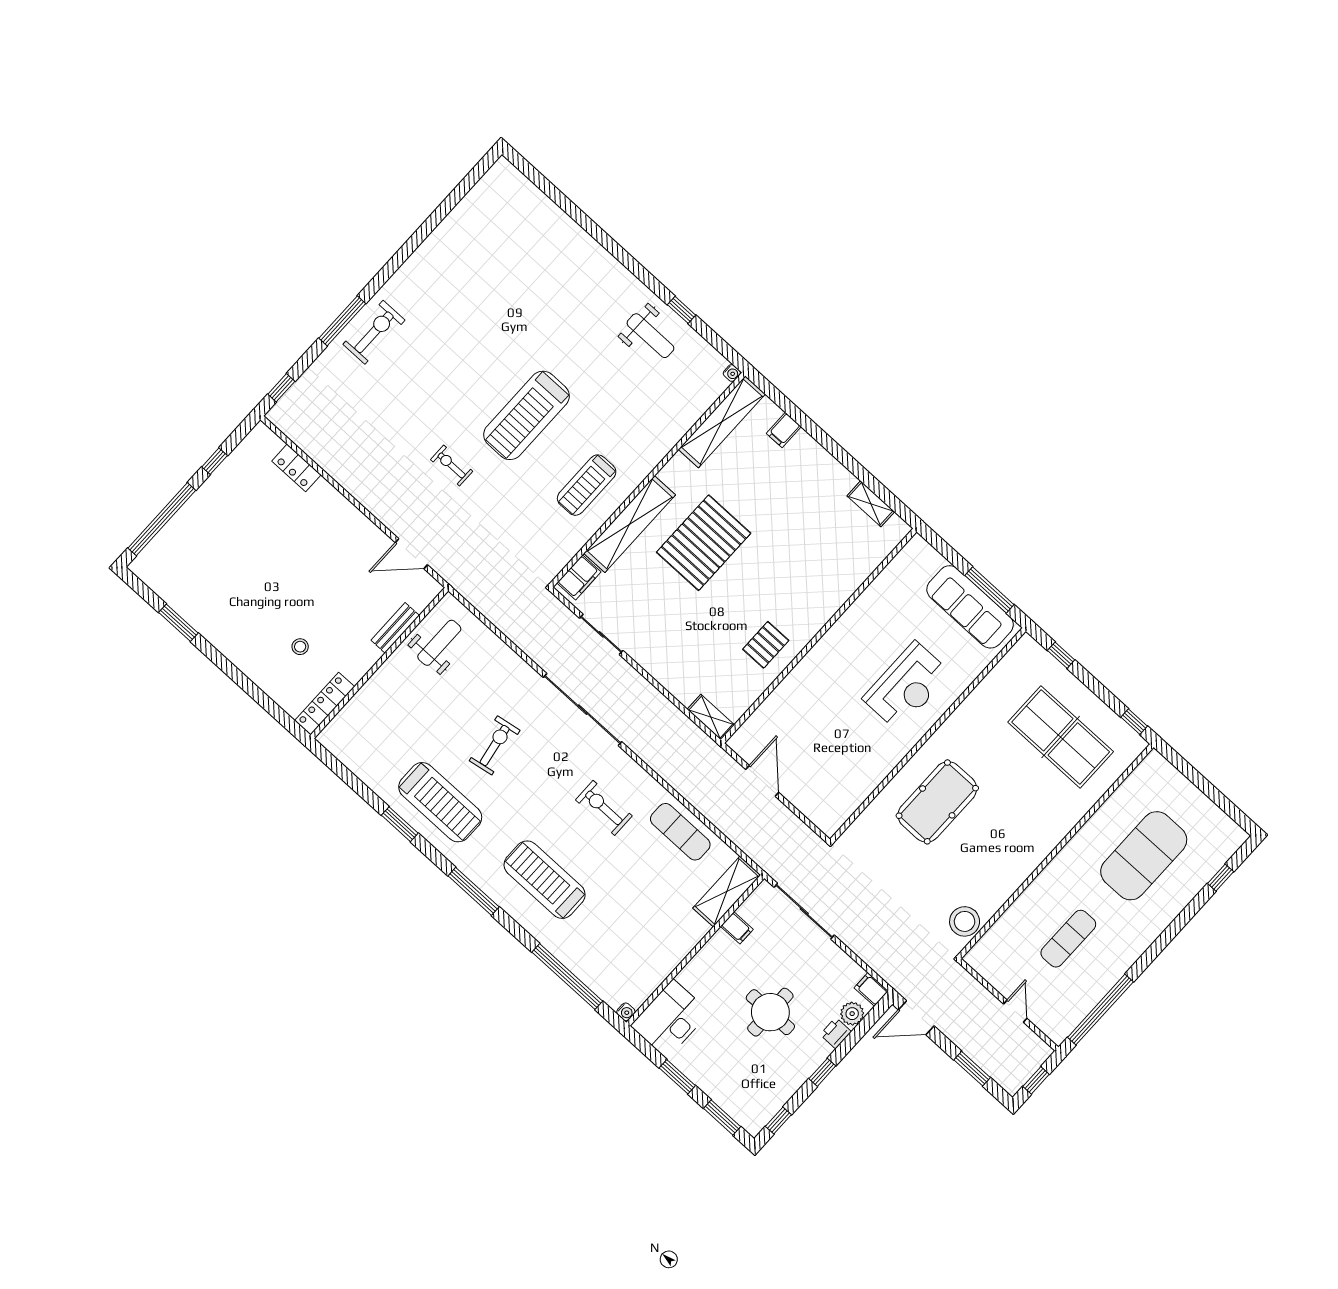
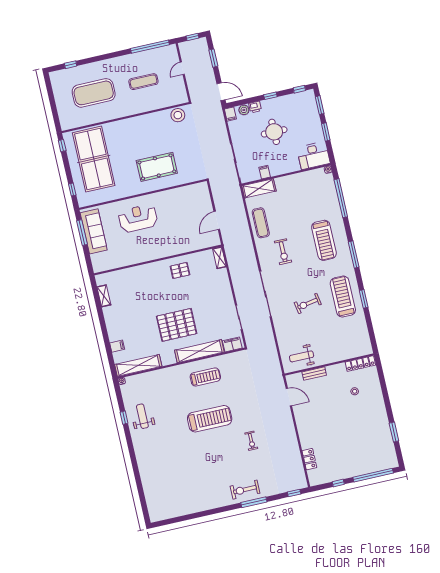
exercise bike: (452, 465) -> (251, 441), moved
table tennis table: (1061, 737) -> (94, 159), width x1.36, depth x1.32

